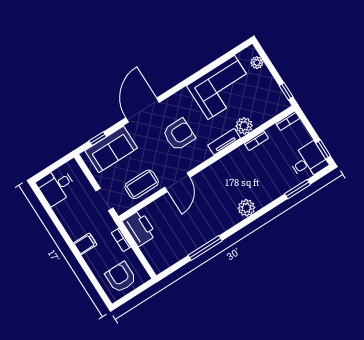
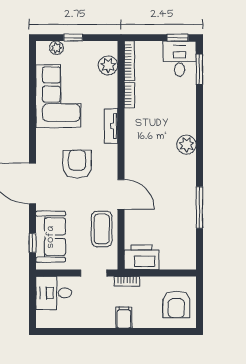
window: (286, 91) -> (73, 38), moved
bookcase: (288, 121) -> (129, 61), width x1.56
plant: (244, 126) -> (108, 65), moved
desk: (56, 186) -> (54, 293), moved, turned 90
window: (297, 189) -> (199, 69), moved
bookcase: (121, 240) -> (127, 281), moved
armchair: (121, 277) -> (176, 304), turned -90

